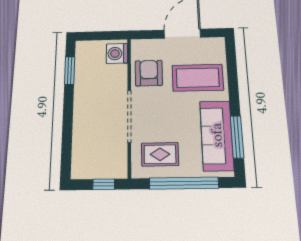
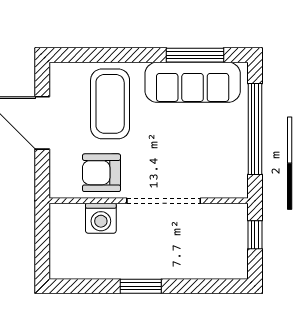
washing machine: (117, 54) -> (101, 218), moved
window: (70, 71) -> (141, 286), moved
rug: (160, 154) -> (217, 159), removed

